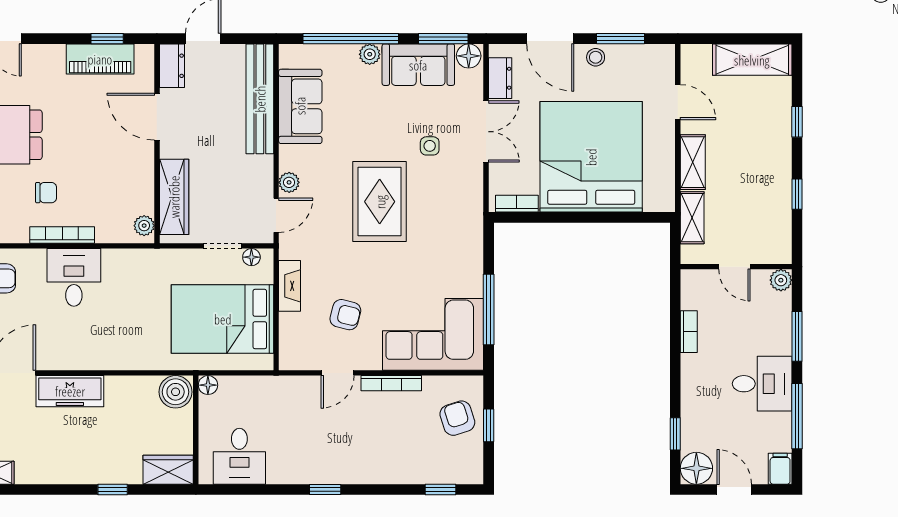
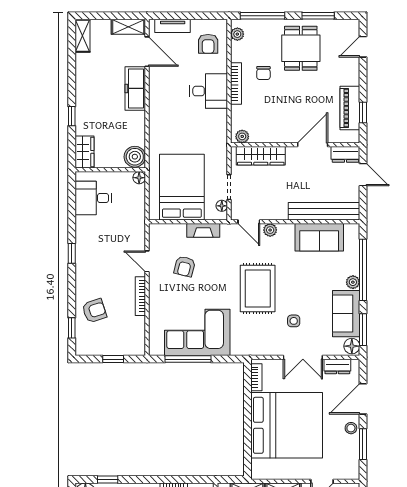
rug: (380, 202) -> (258, 289), turned 90
corner sofa: (433, 334) -> (197, 332), moved, turned -90
armchair: (457, 418) -> (94, 311), moved

